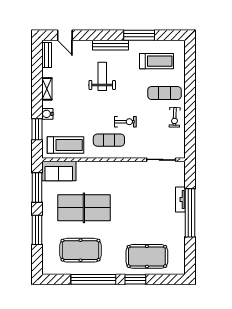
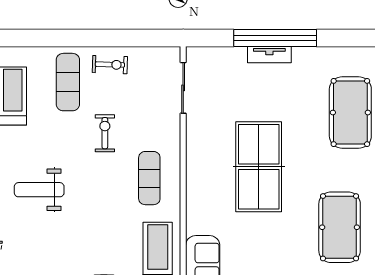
exercise bike: (125, 122) -> (105, 133), moved
tv unit: (180, 199) -> (269, 55), moved
table tennis table: (84, 208) -> (259, 167), moved

